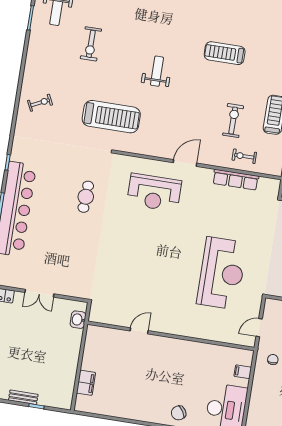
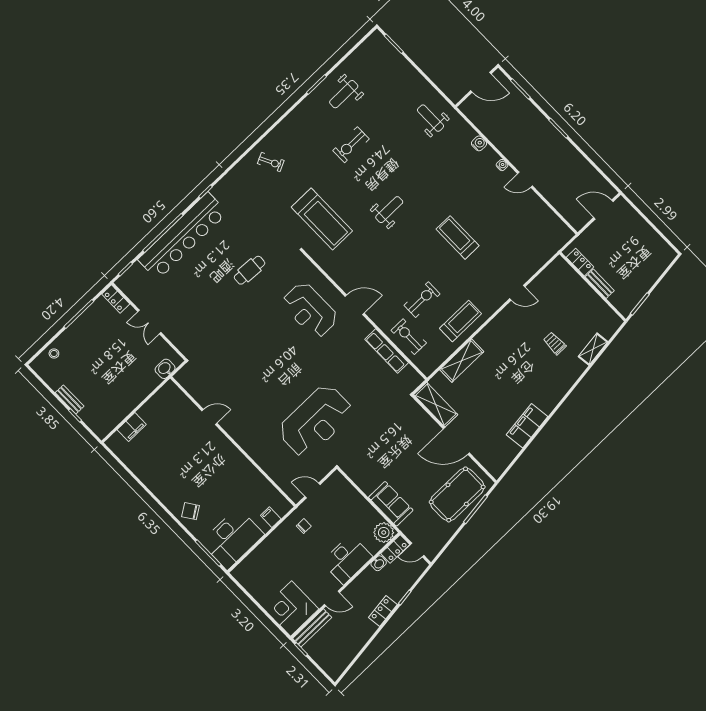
exercise bike: (244, 156) -> (409, 337), width x1.38, depth x1.39

